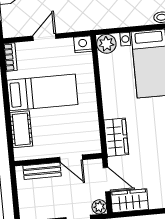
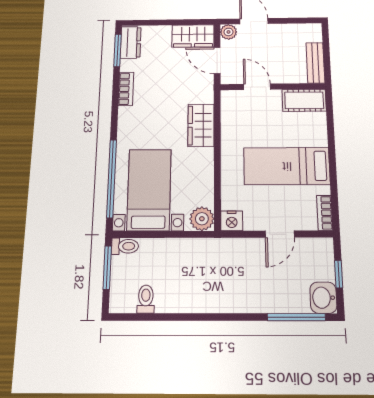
cot: (21, 129) -> (304, 100), moved, turned 90
wardrobe: (116, 137) -> (201, 125), moved
bench: (42, 171) -> (315, 63), moved, turned 90

